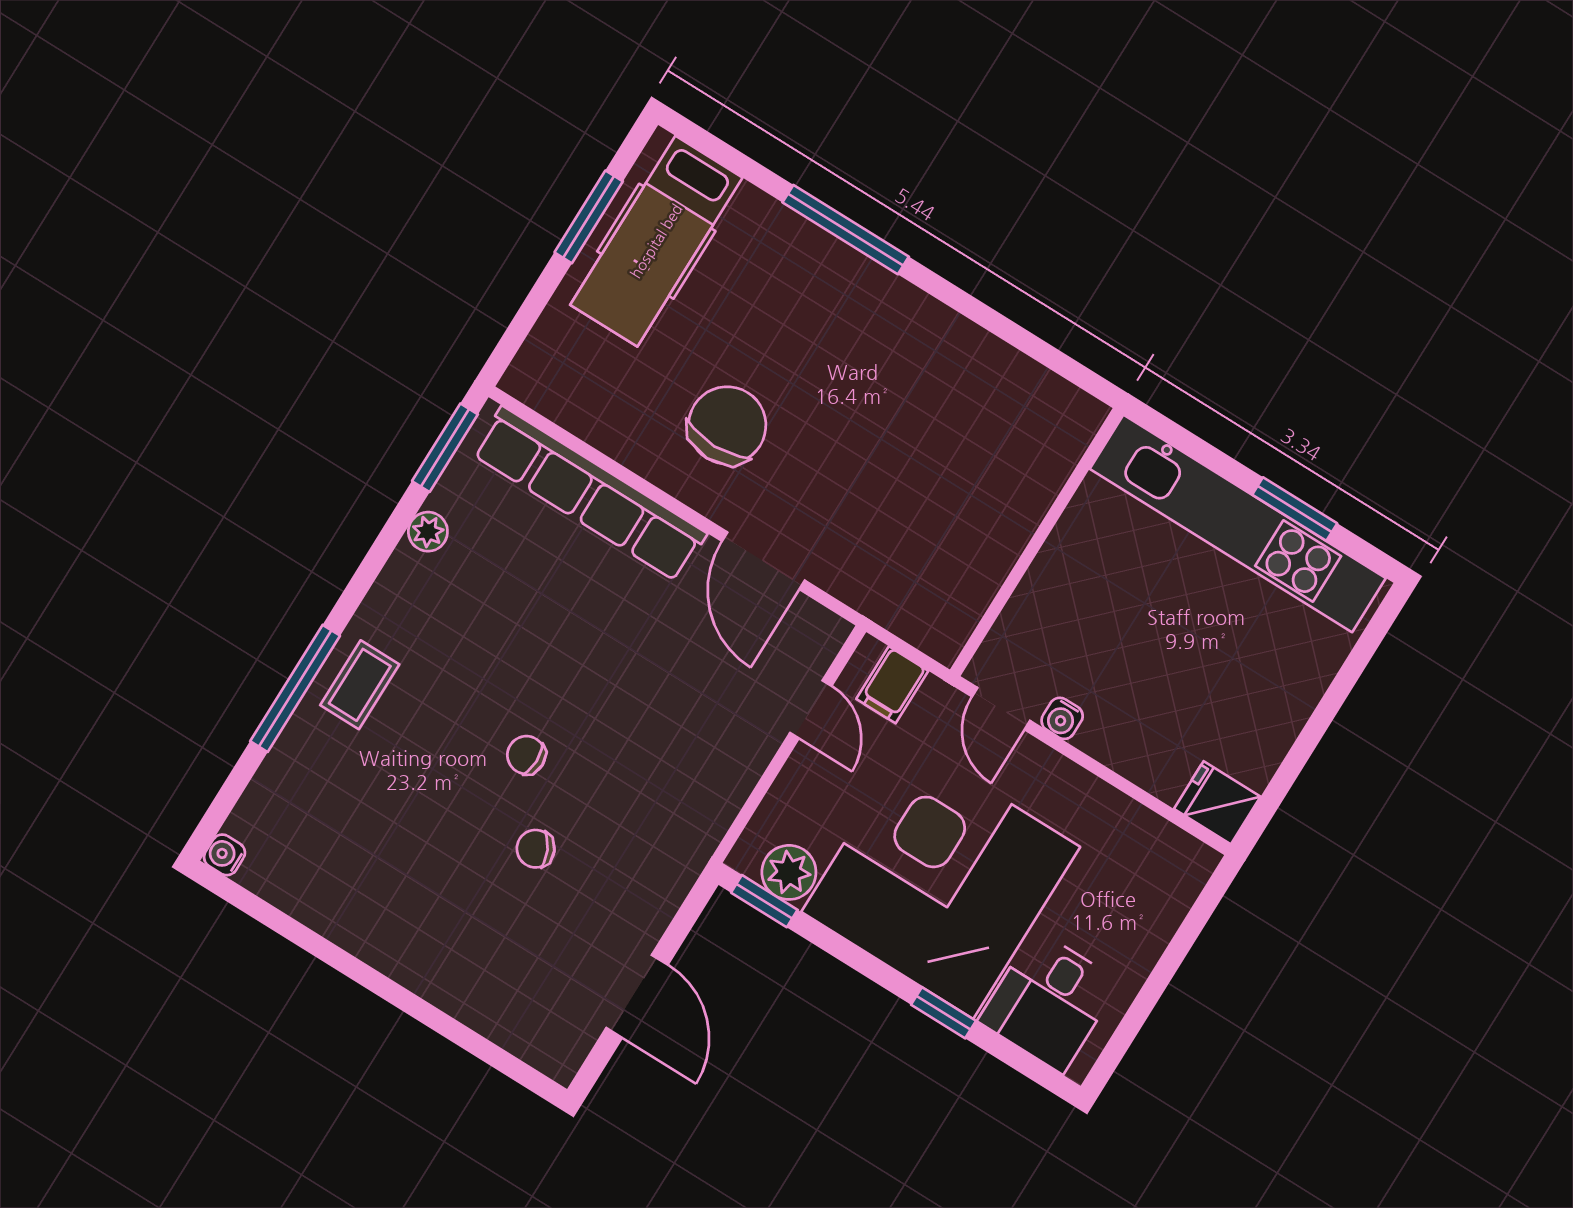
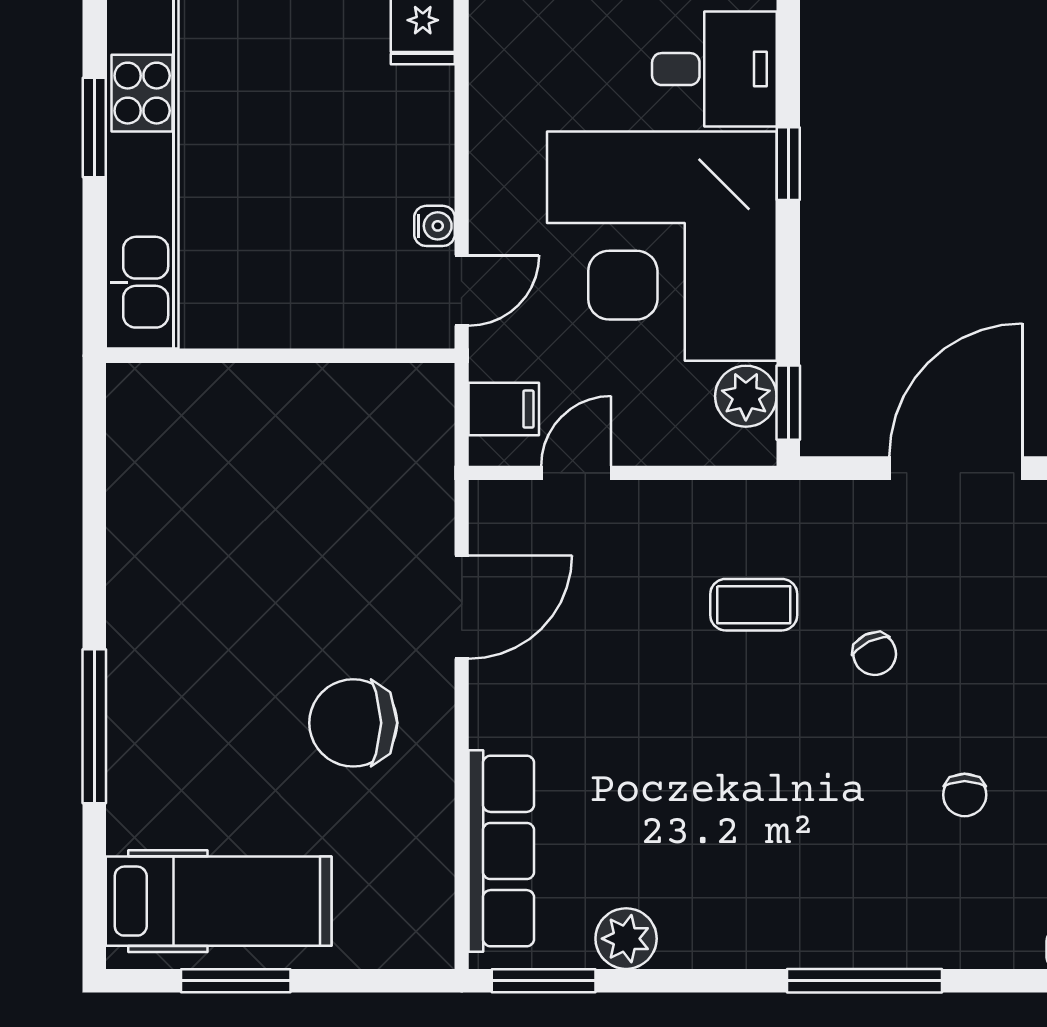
row of seats: (590, 494) -> (501, 851), width x0.73
plant: (428, 532) -> (626, 939), width x1.38, depth x1.38
coffee table: (360, 685) -> (754, 605), moved
chair: (526, 755) -> (965, 795), moved
door: (637, 996) -> (956, 468), width x1.36

